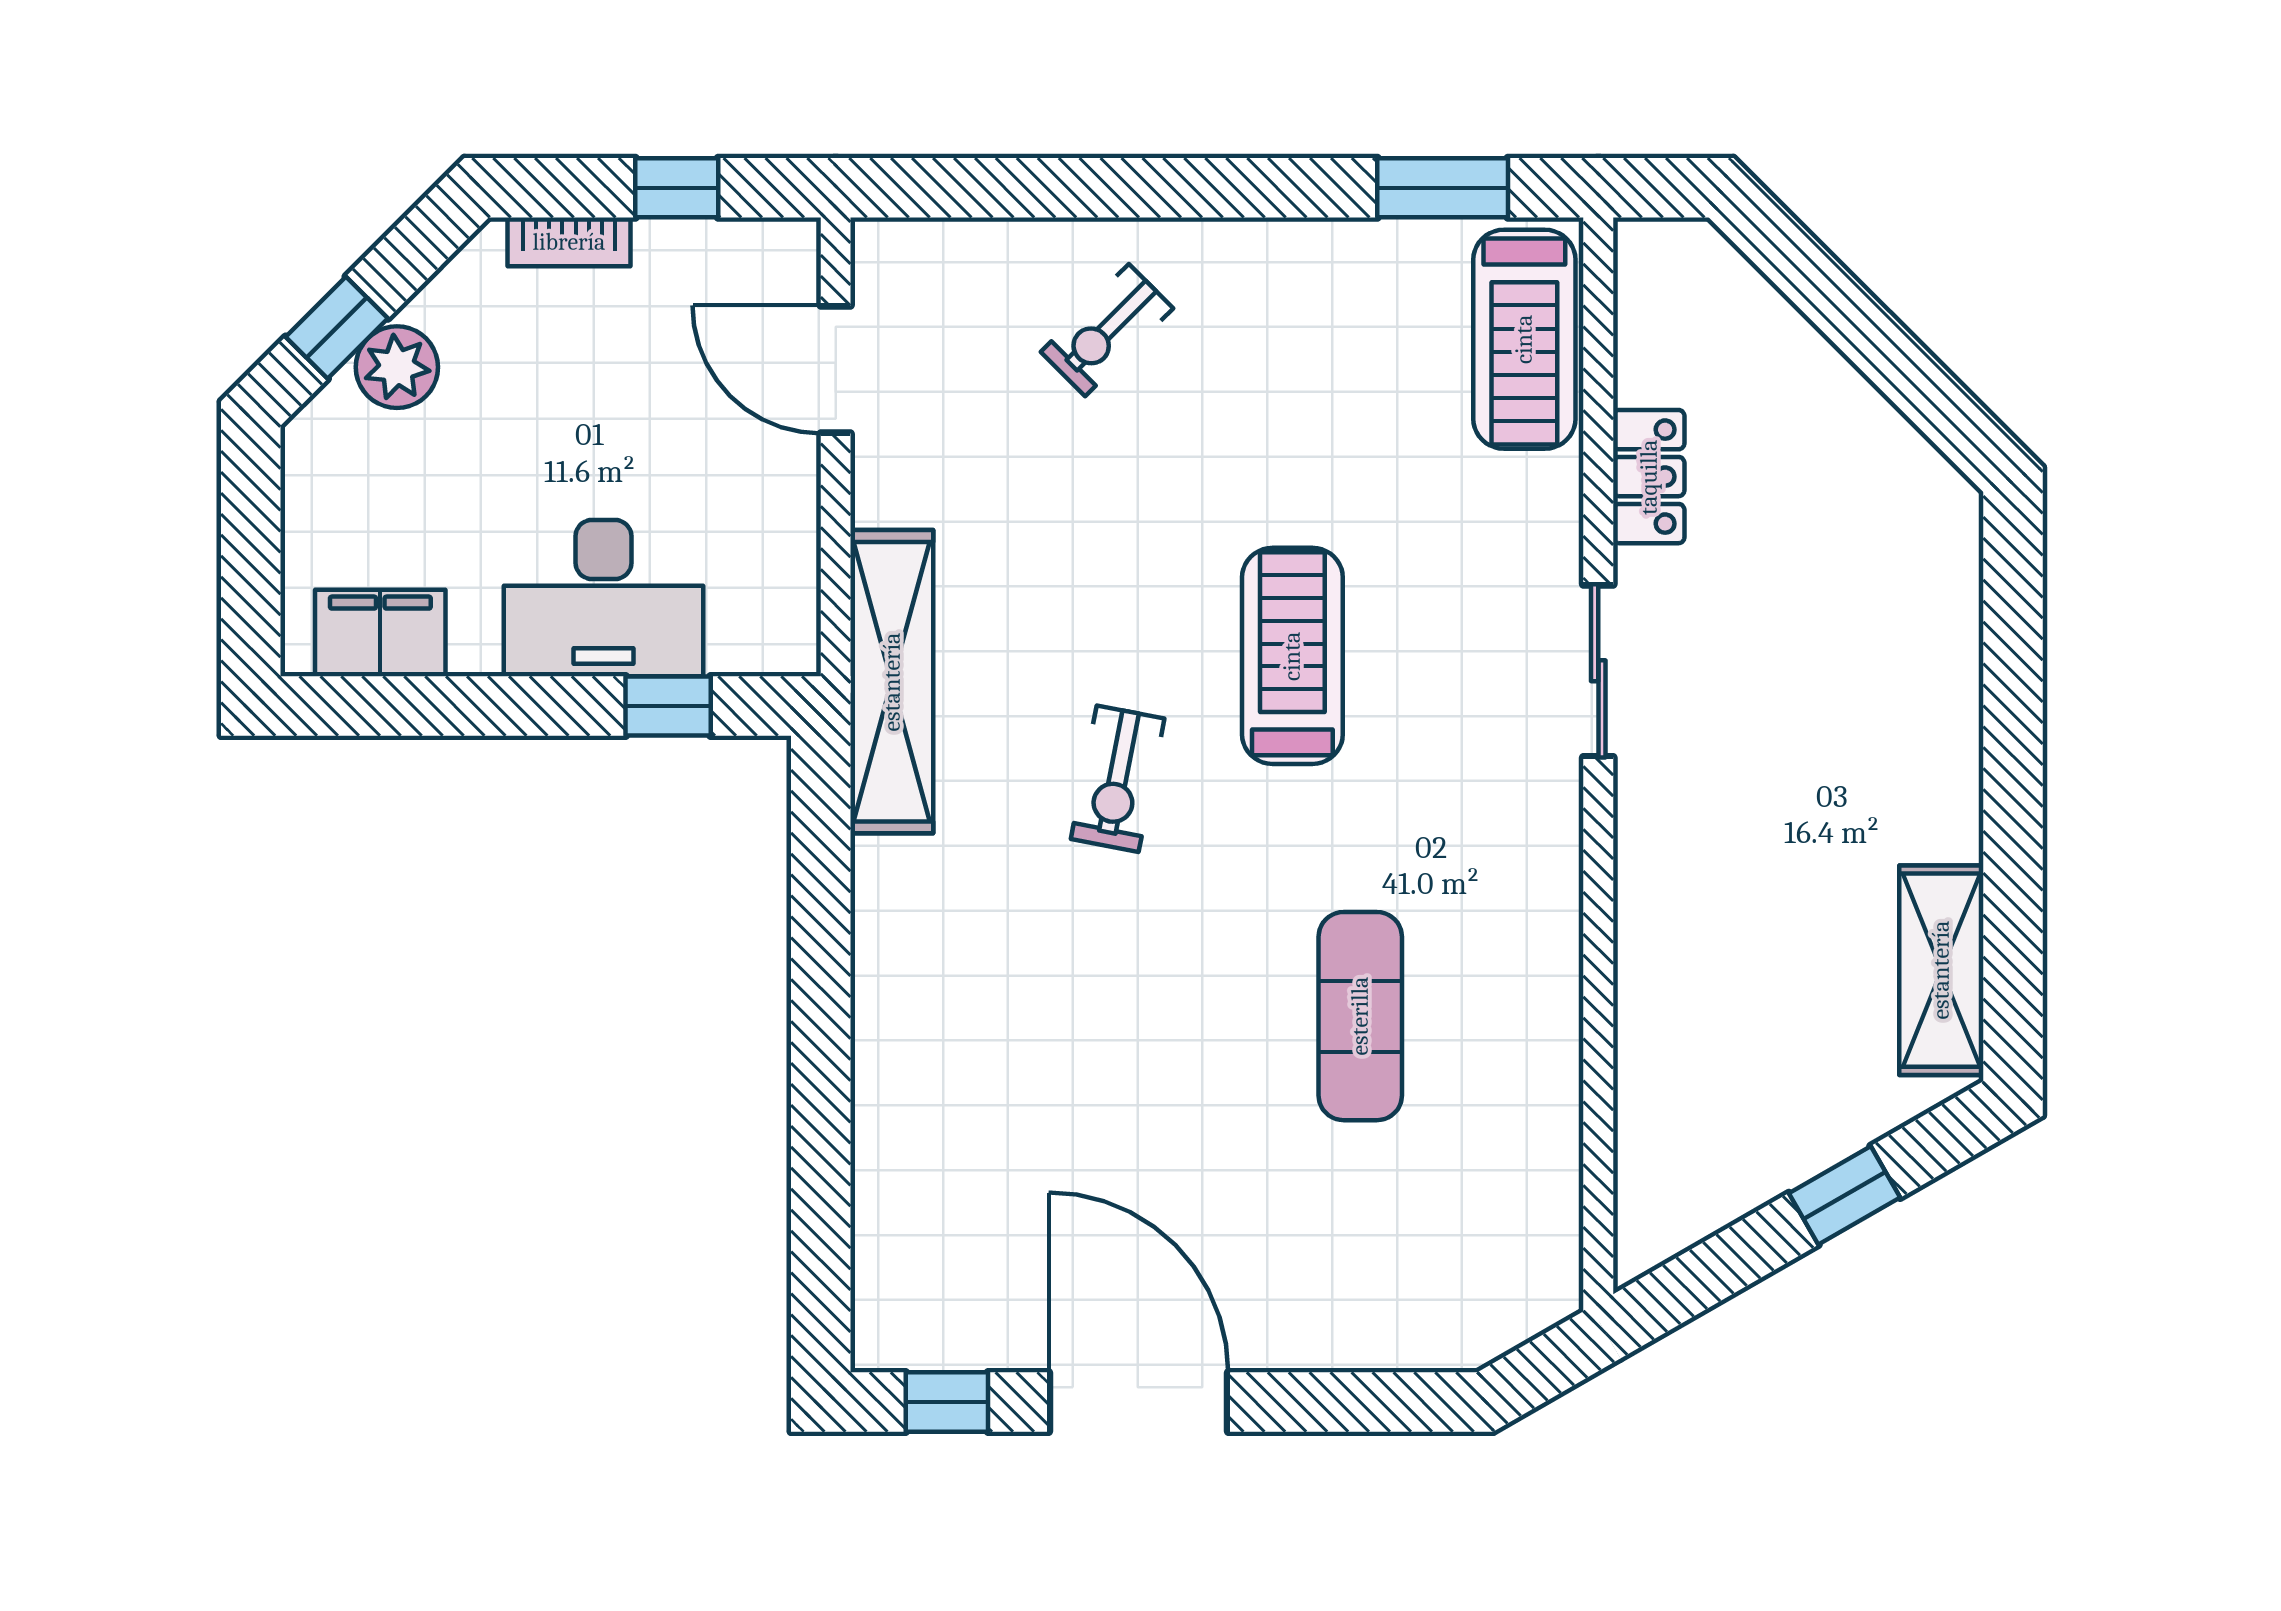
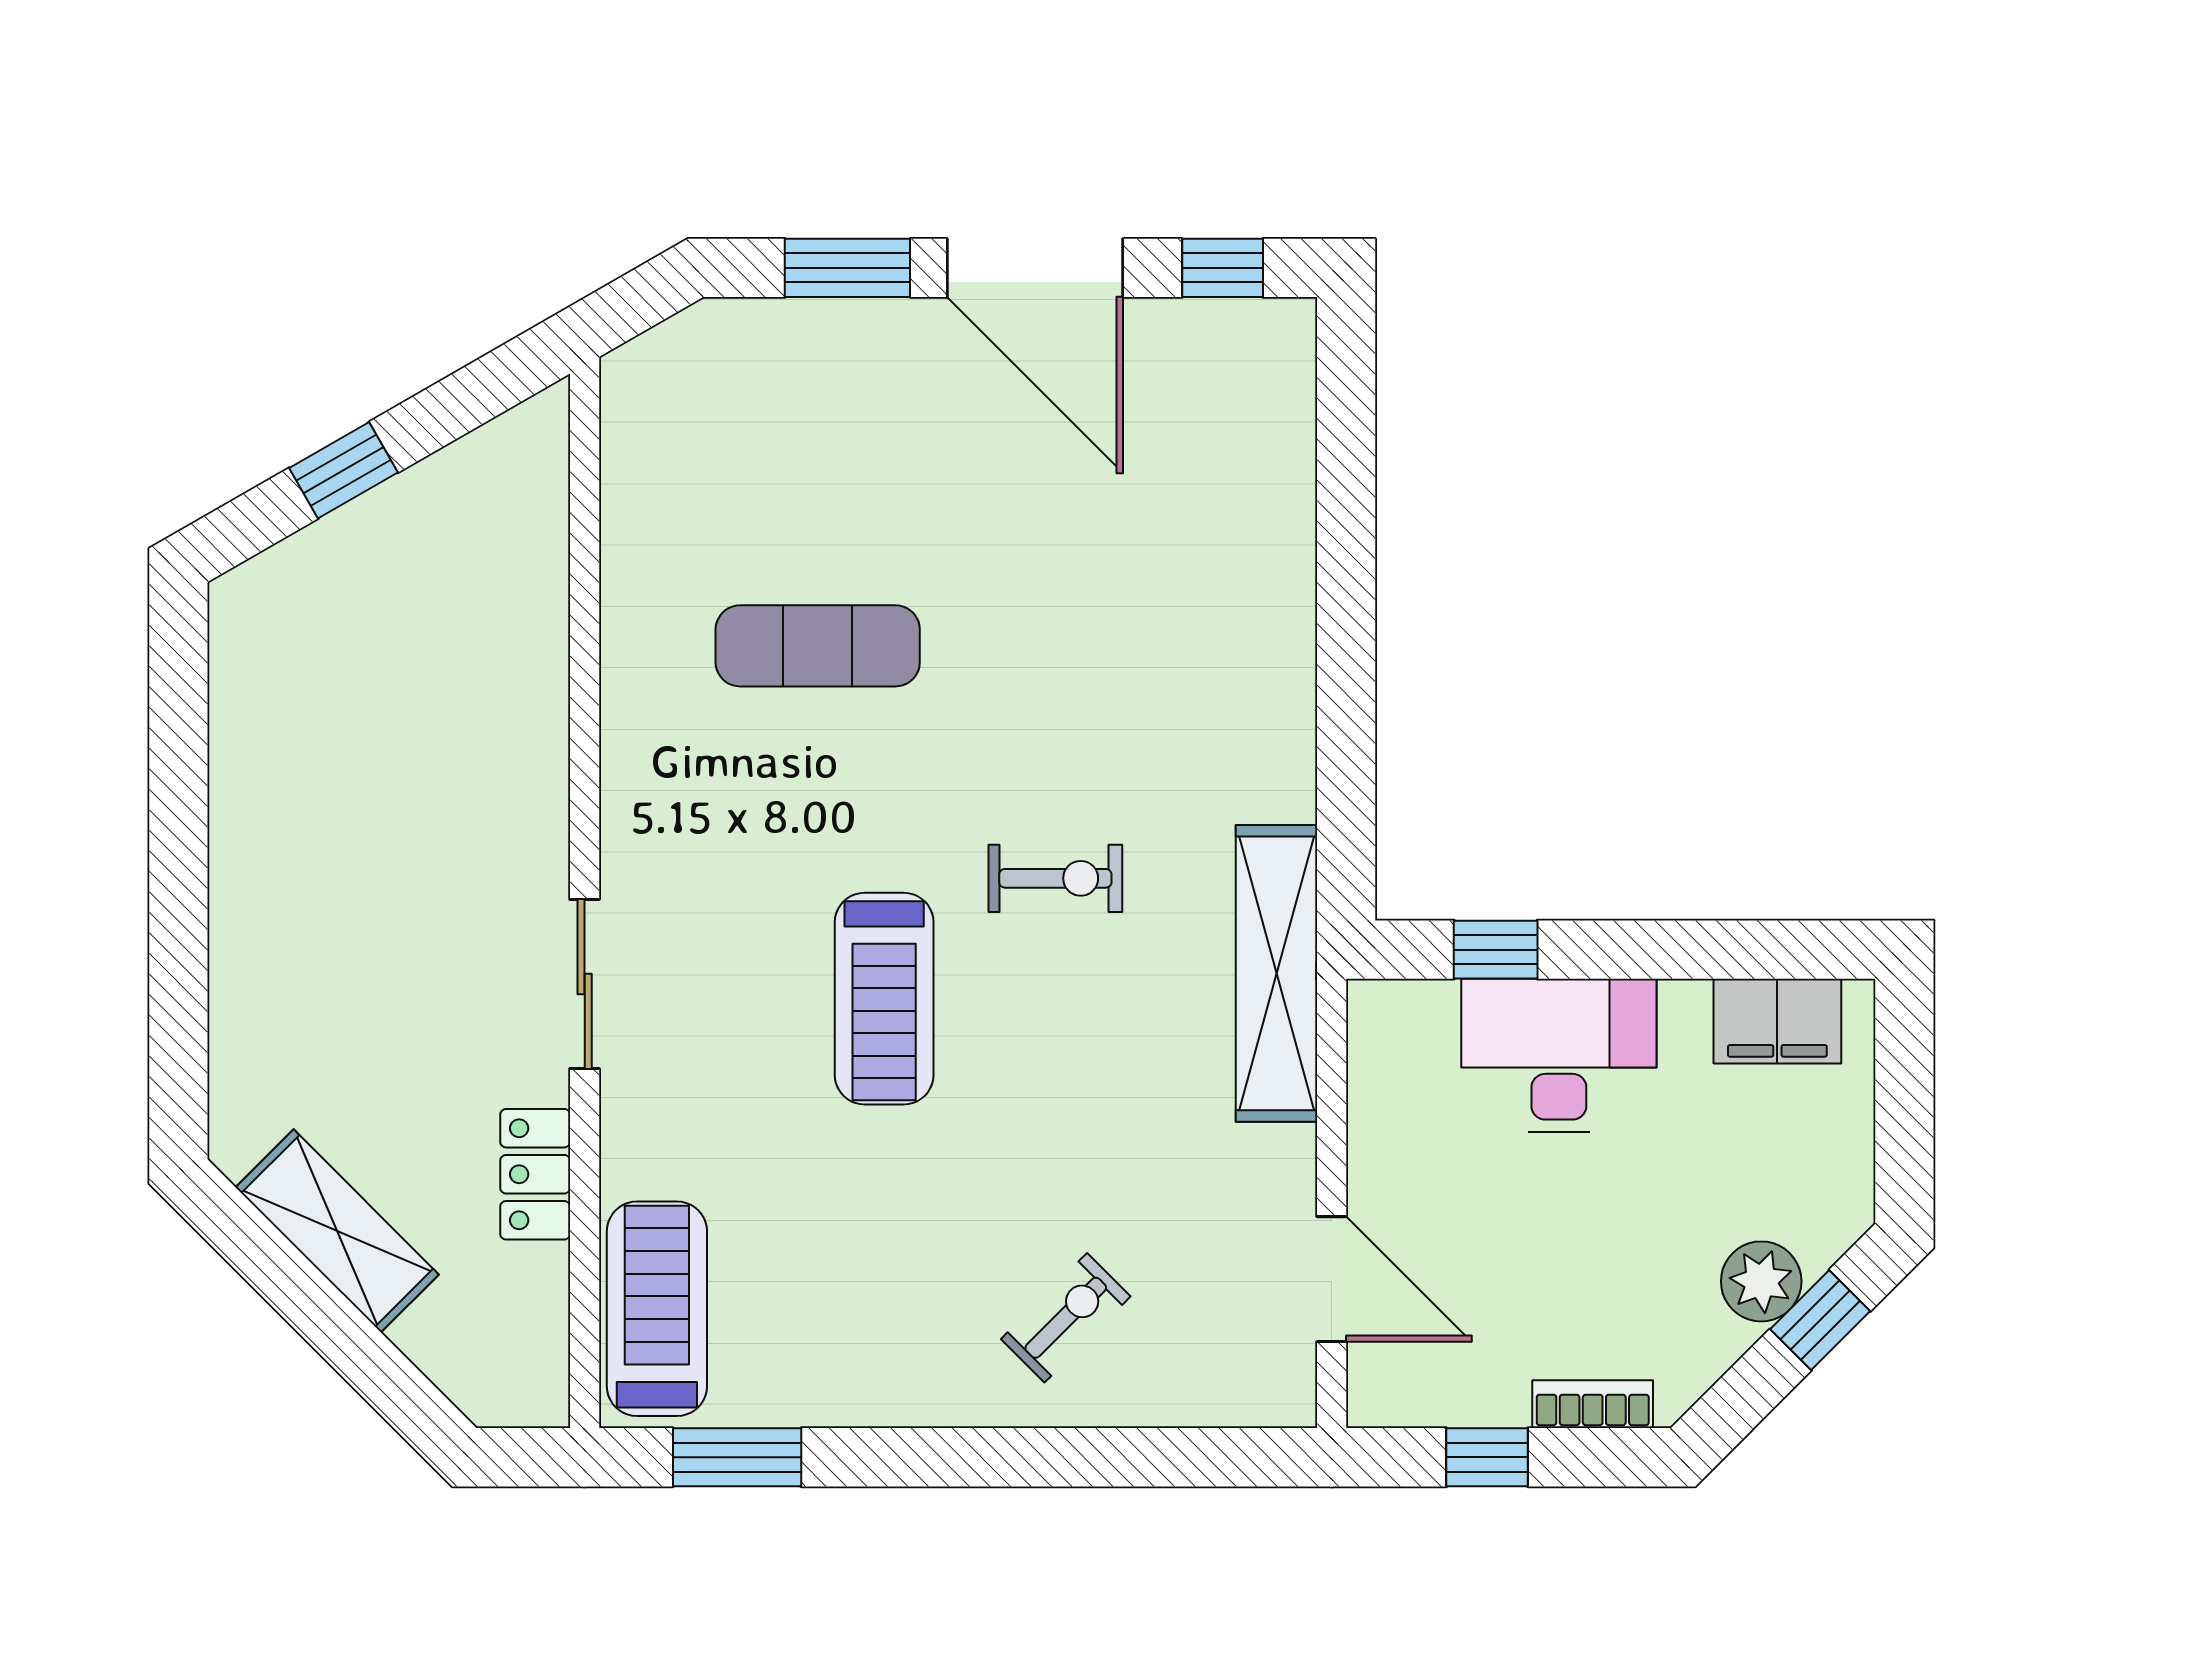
exercise bike: (1118, 779) -> (1055, 878), turned 79
shelving: (1941, 970) -> (337, 1231), moved, turned -45
exercise mat: (1360, 1016) -> (818, 646), turned 90
window: (1330, 1402) -> (847, 268), added

